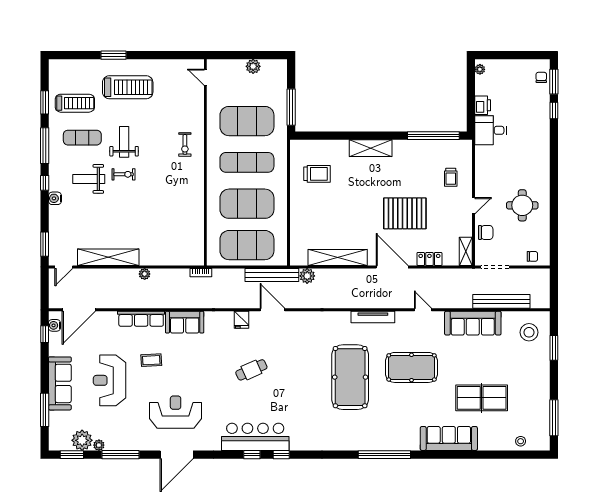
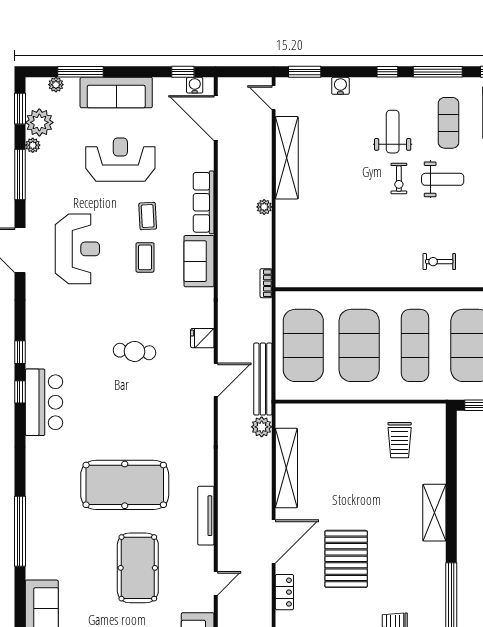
water cooler: (55, 198) -> (340, 86), moved
coffee table: (182, 362) -> (145, 257), added
cafe table: (251, 370) -> (134, 351), turned -61
plant: (54, 428) -> (56, 85), added
bar counter: (255, 437) -> (44, 402), moved, width x0.73

